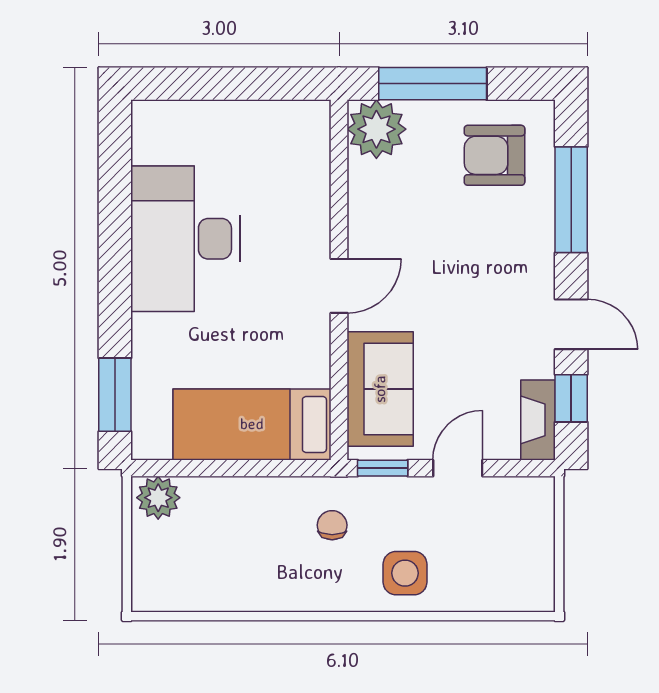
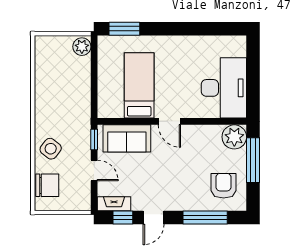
desk: (185, 239) -> (224, 88), moved, turned 90
bed: (252, 424) -> (139, 85), moved
chair: (332, 525) -> (47, 185), moved, width x1.87, depth x1.87
side table: (405, 573) -> (51, 149), turned 38

